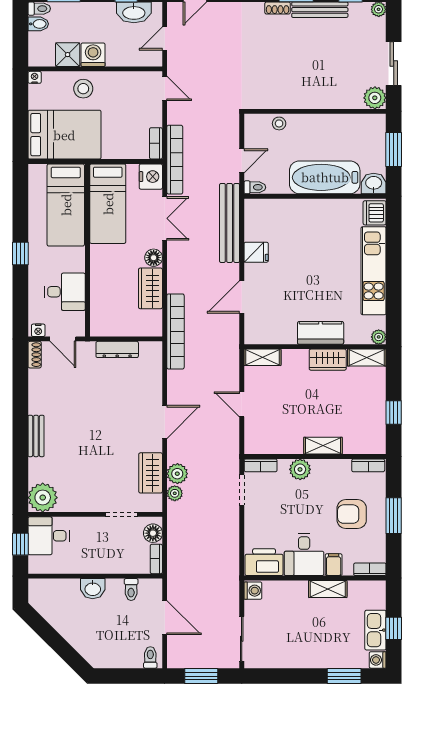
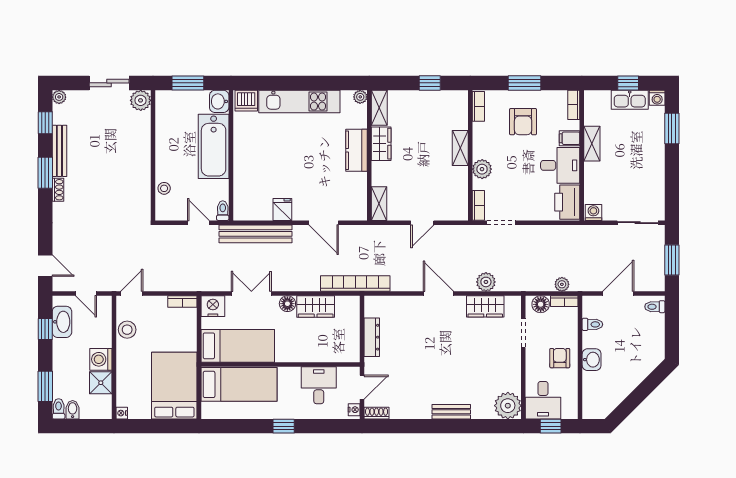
stool: (83, 89) -> (127, 330), moved
bookcase: (175, 160) -> (197, 284), removed
plant: (175, 493) -> (562, 284), moved
armchair: (94, 554) -> (560, 358), added

